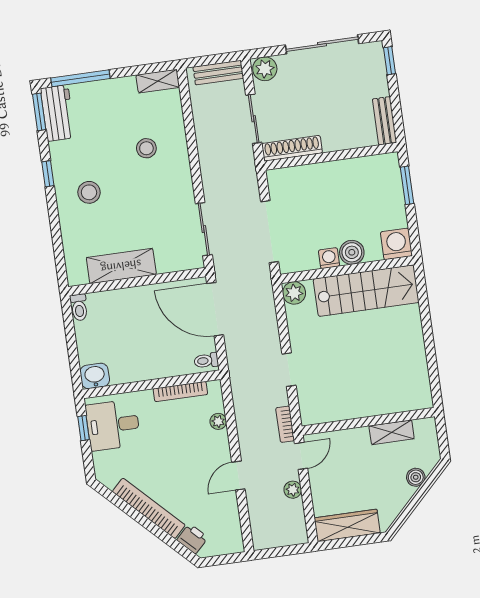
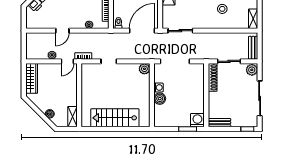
washing machine: (396, 244) -> (197, 120), moved, turned -90
stairs: (366, 291) -> (115, 118), moved, turned 90
shelving: (392, 432) -> (72, 117), moved
door: (301, 456) -> (67, 61), hinge flipped
door: (238, 476) -> (62, 31), swing flipped

